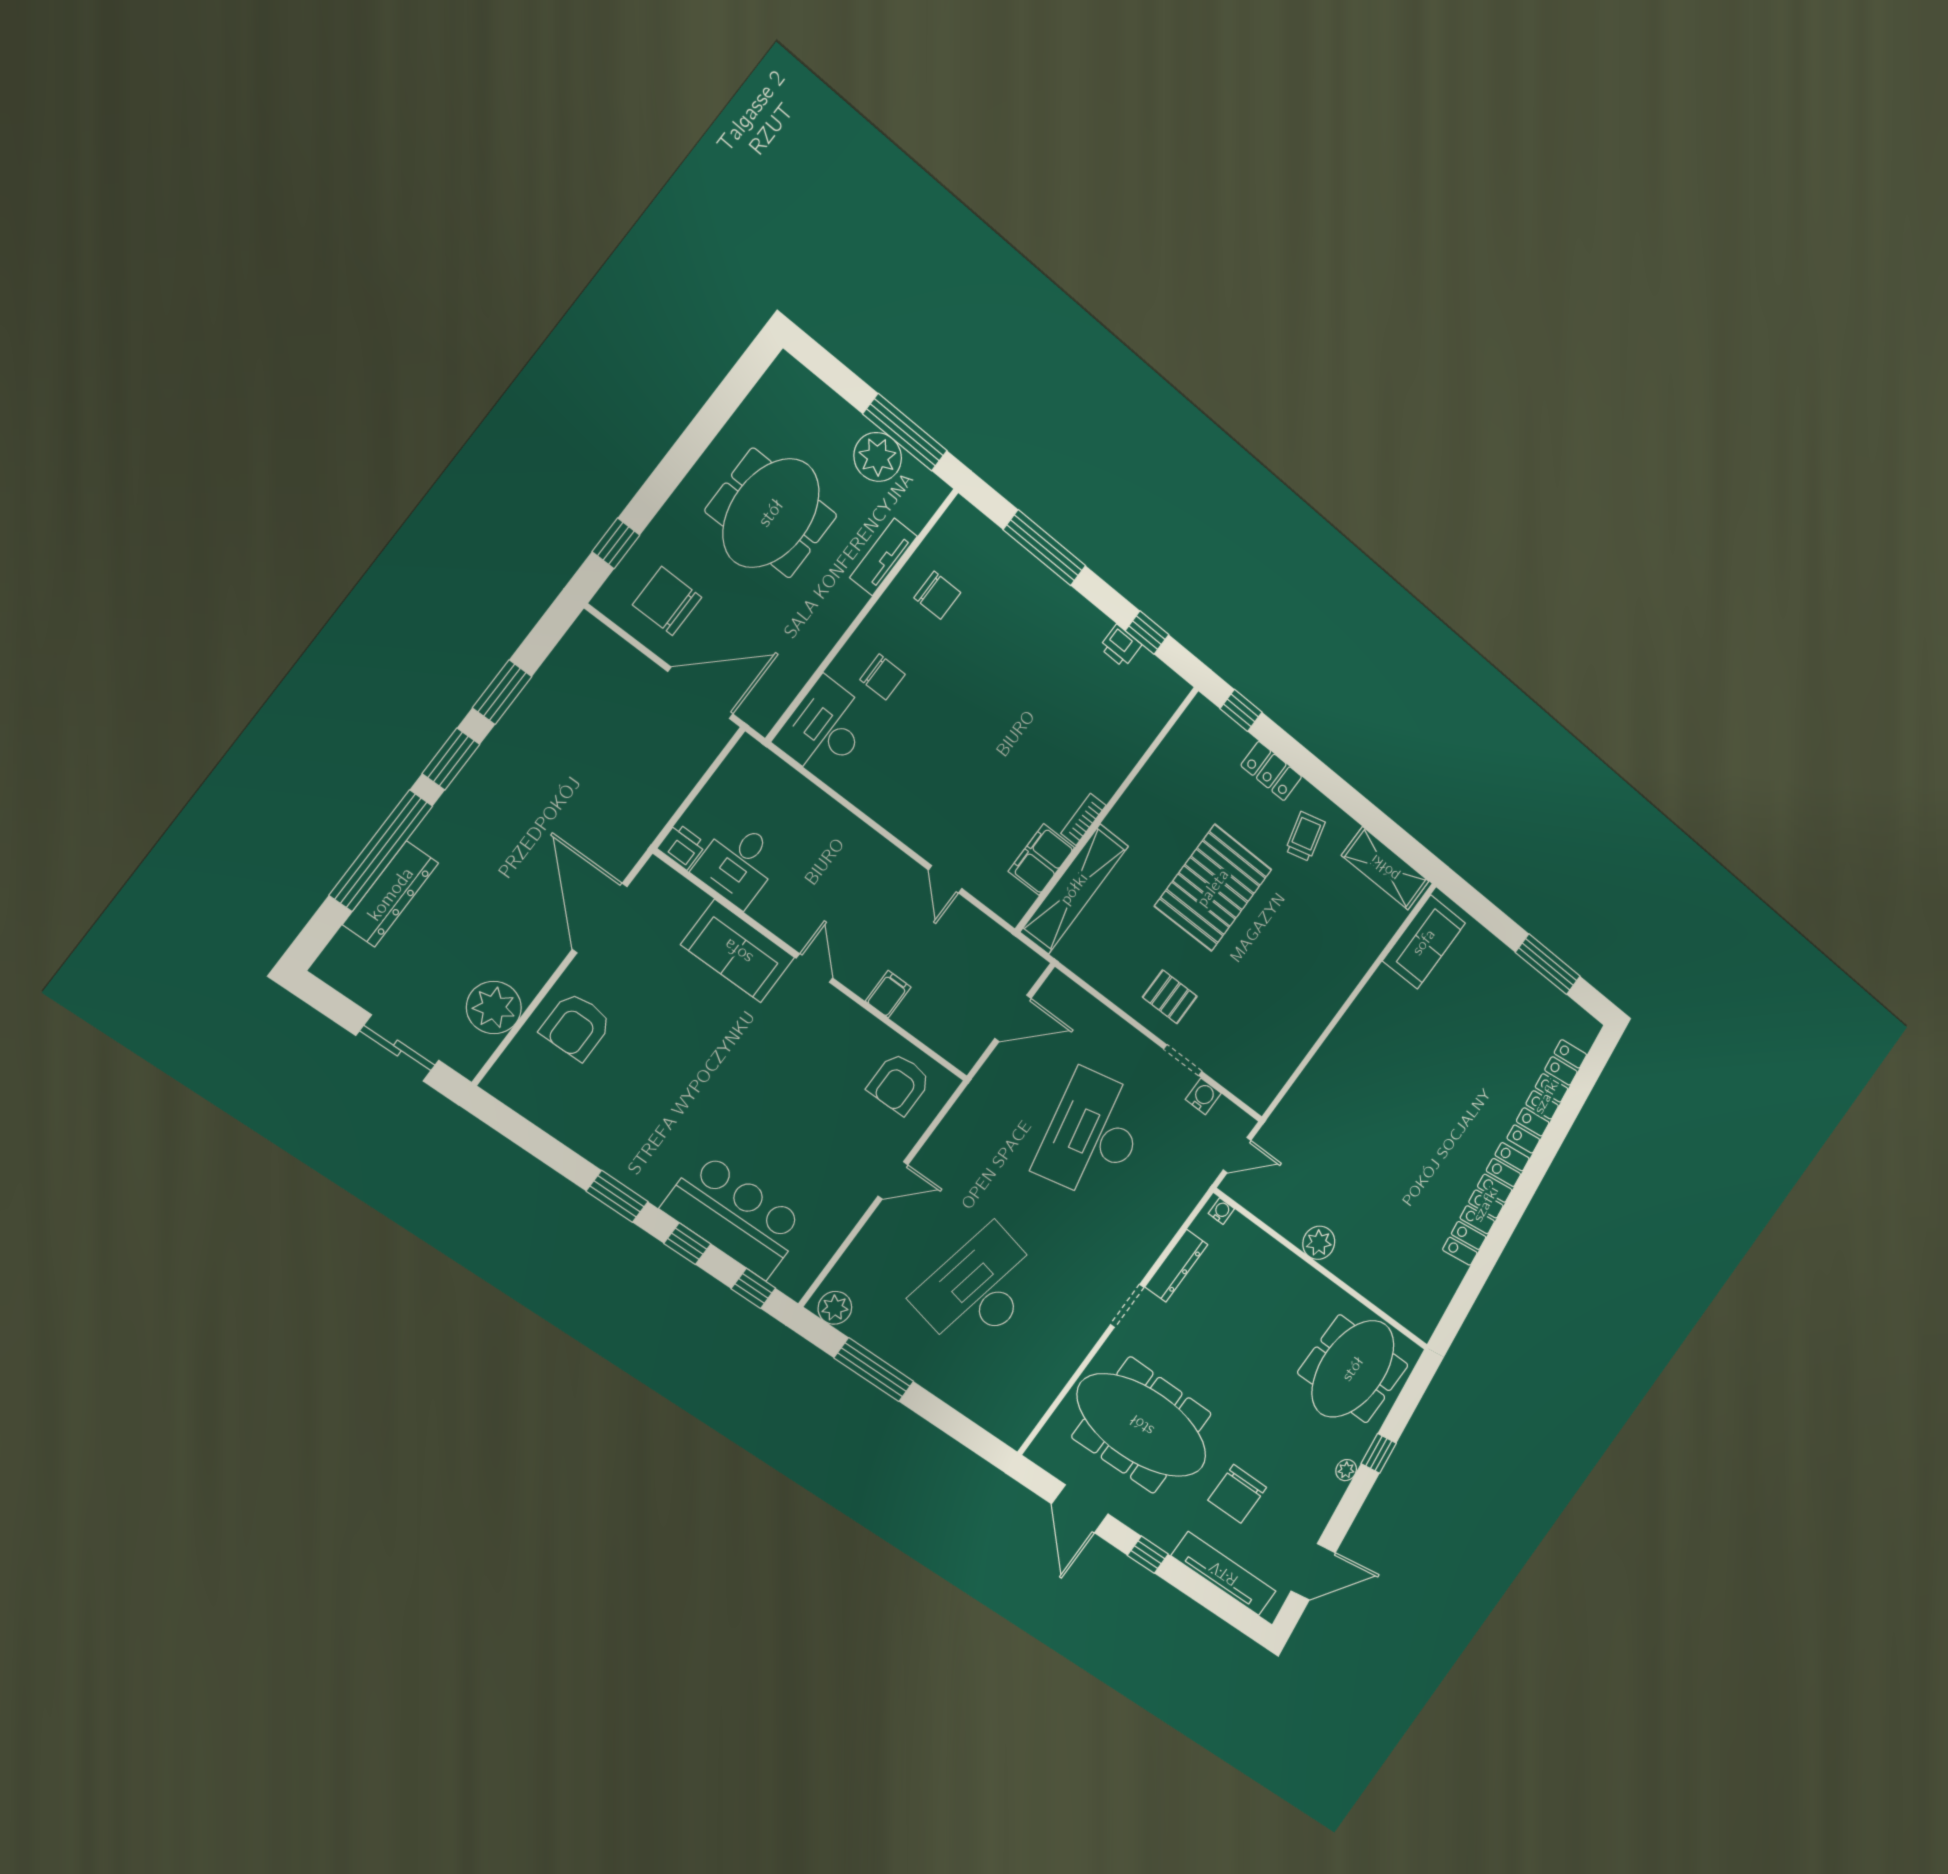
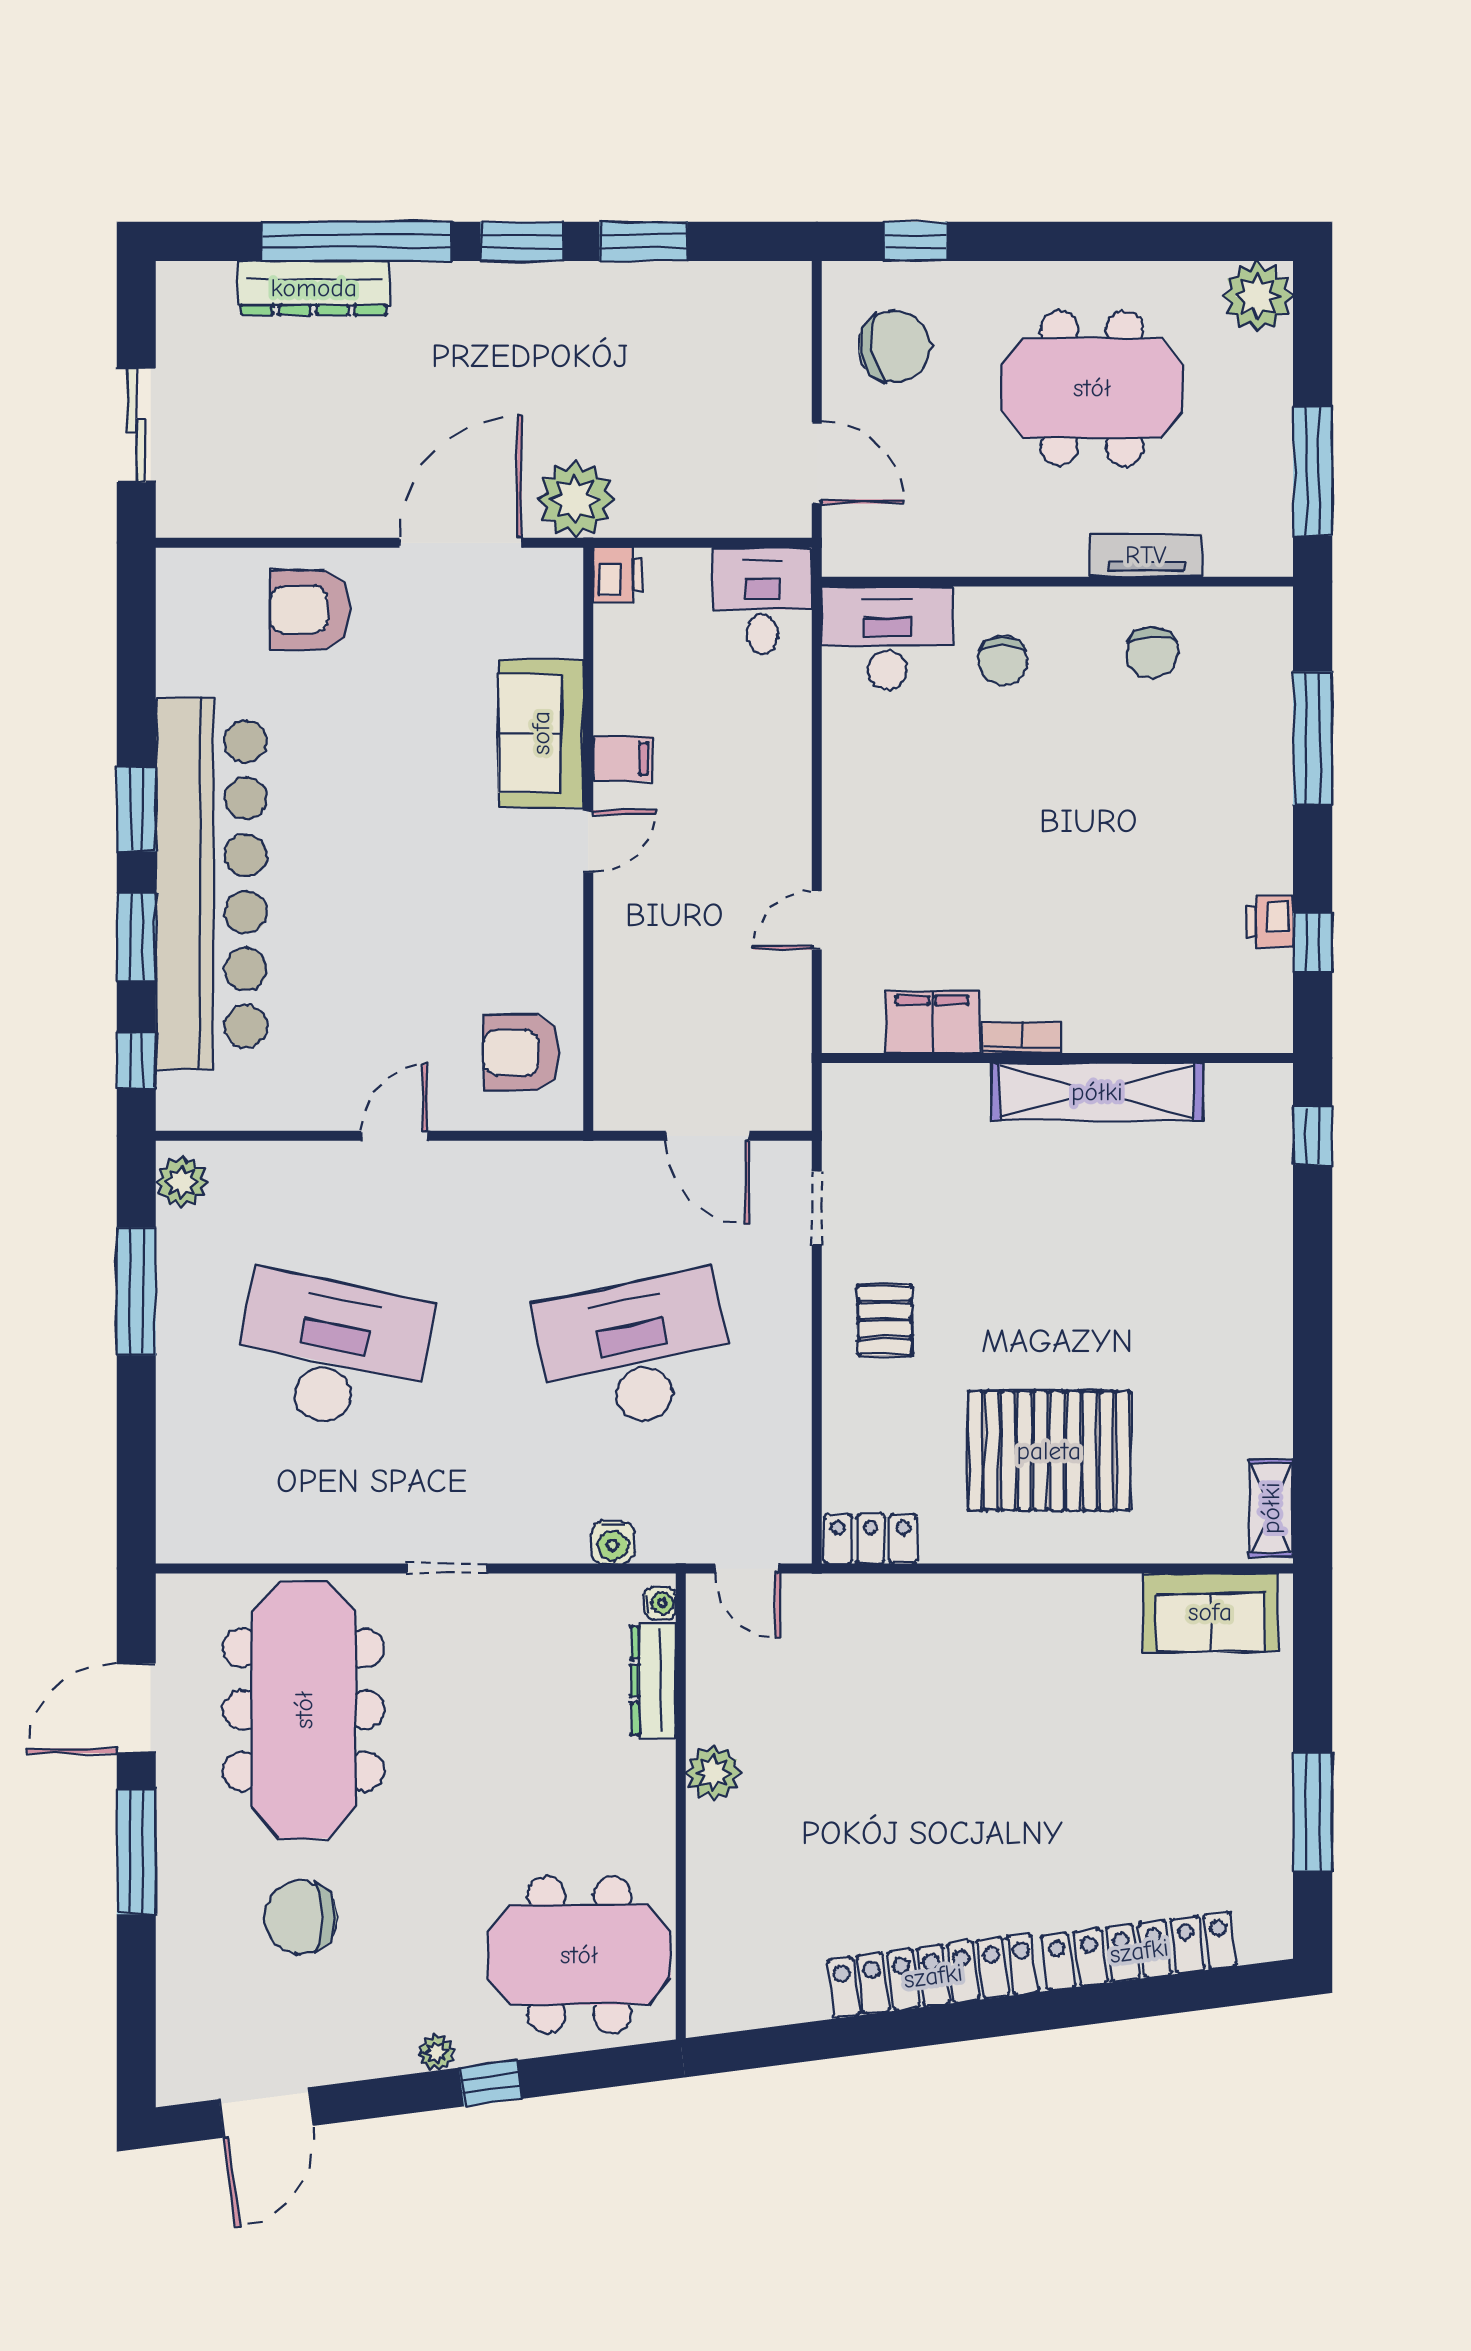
plant: (878, 457) -> (1258, 296), moved
chair: (667, 601) -> (895, 347), turned 81
door: (700, 693) -> (817, 463), width x0.73
locker: (1271, 771) -> (870, 1539), moved, turned 90
trolley: (1305, 836) -> (1222, 1343), removed
desk: (738, 864) -> (762, 601), moved, turned 90
shelving: (1385, 868) -> (1271, 1508), width x0.67, depth x0.75
pallet: (1213, 888) -> (1049, 1451), moved
shelving: (1074, 889) -> (1097, 1092), moved
filing cabinet: (888, 994) -> (623, 759), moved
plant: (494, 1008) -> (575, 499), moved
doorway: (1183, 1060) -> (817, 1208), moved
water cooler: (1203, 1096) -> (613, 1542), moved, turned 90
door: (893, 1180) -> (394, 1136), swing flipped
bar counter: (734, 1216) -> (211, 884), width x1.86
window: (687, 1244) -> (136, 937), width x1.50
dresser: (1176, 1266) -> (653, 1681), moved, turned 90
window: (1148, 1555) -> (136, 1852), width x2.17
door: (1313, 1572) -> (266, 2113), hinge flipped
tv unit: (1224, 1573) -> (180, 1981), removed

